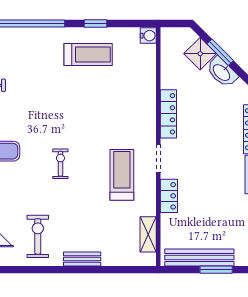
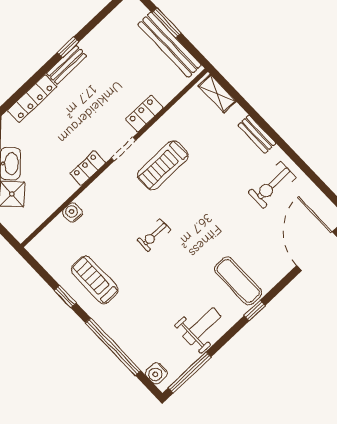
water cooler: (148, 36) -> (72, 212), moved
locker: (168, 114) -> (88, 168), width x0.66
exercise bike: (60, 164) -> (154, 235), moved
shelving: (148, 234) -> (217, 94), moved, turned 90

